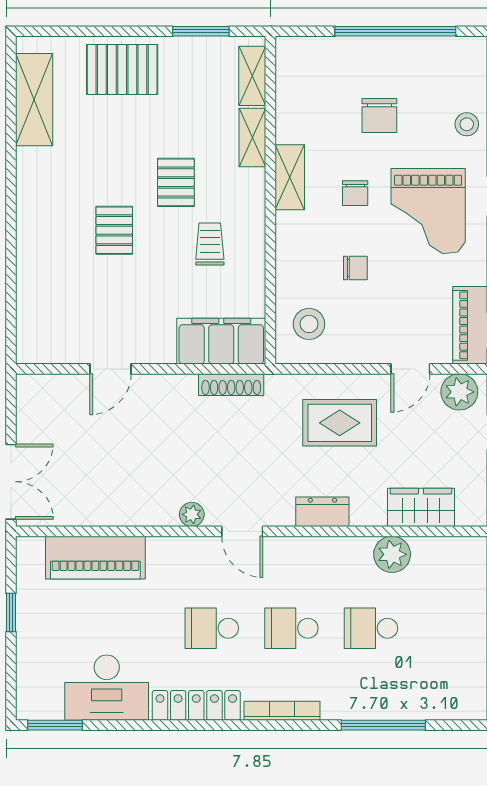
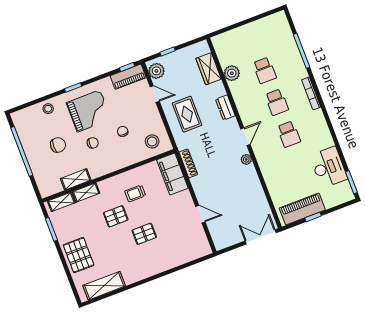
shelving: (290, 177) -> (76, 179), moved
piano: (95, 558) -> (302, 209), moved, turned -90
locker: (196, 705) -> (322, 129), removed

